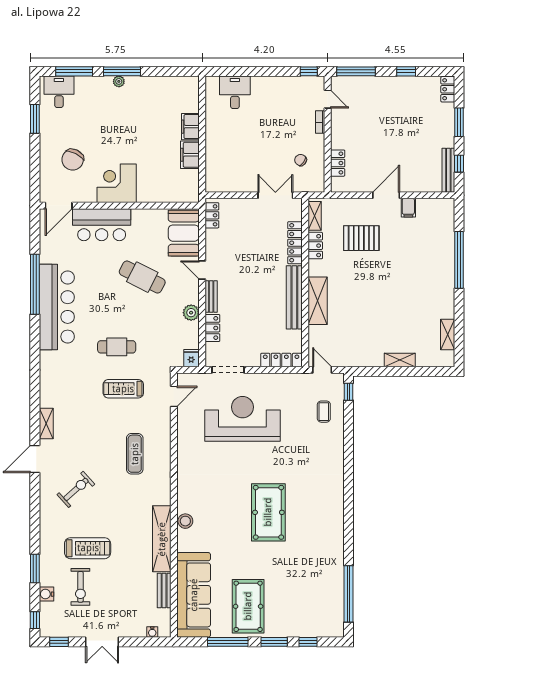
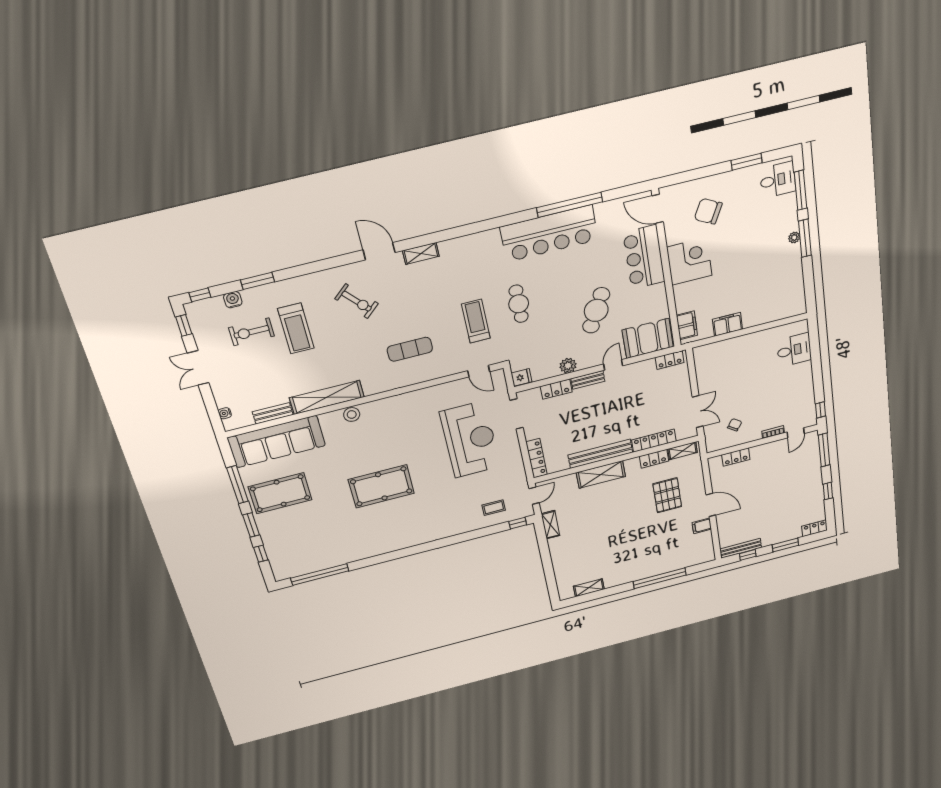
filing cabinet: (190, 127) -> (687, 325), moved, turned 90
shelving: (400, 360) -> (550, 525), moved

